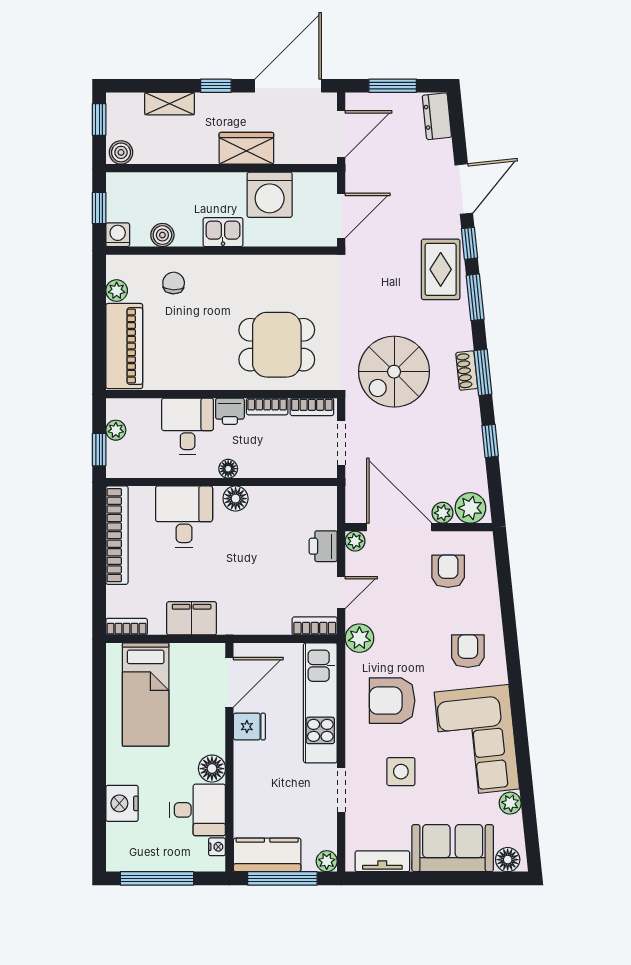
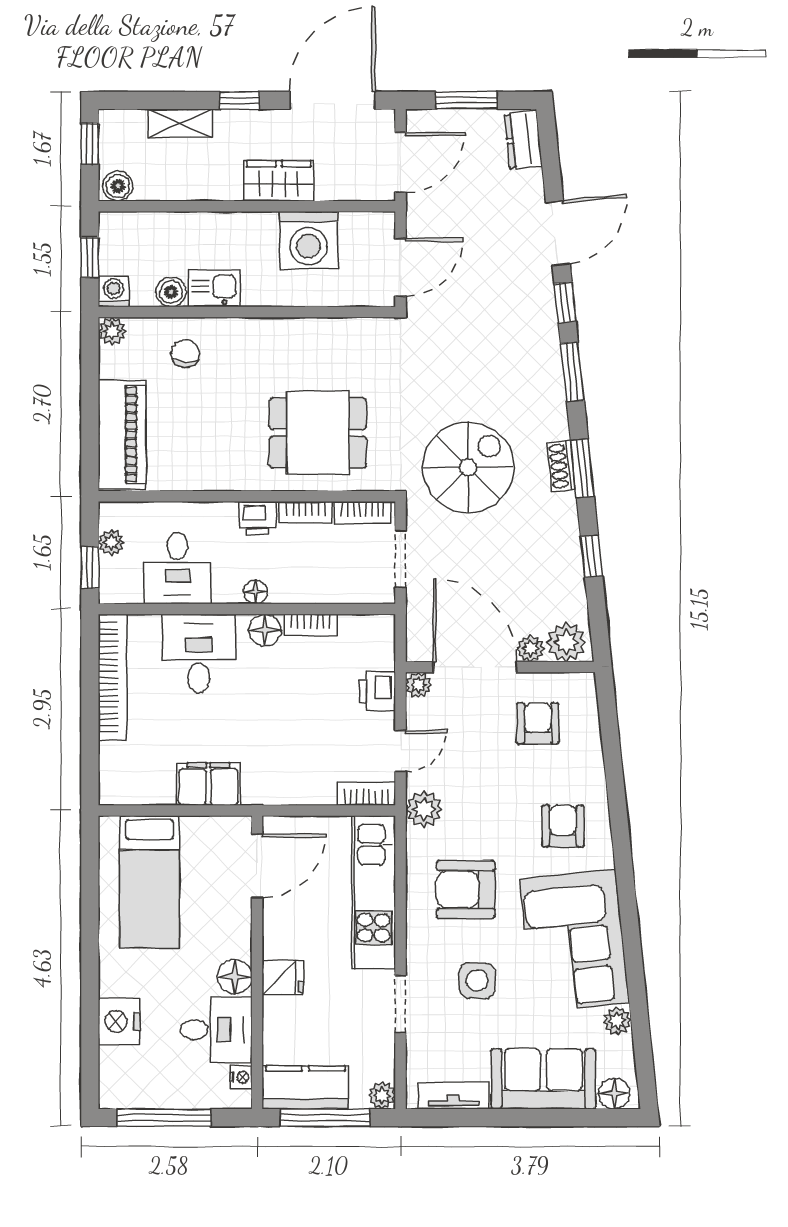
kitchen sink: (223, 232) -> (214, 288), moved
rug: (441, 269) -> (528, 336), removed
plant: (117, 291) -> (112, 331), moved
spiral stairs: (394, 372) -> (468, 467), turned 180
desk: (188, 426) -> (177, 568), moved, turned 180
bookcase: (127, 627) -> (310, 625), moved, turned 180
fridge: (249, 727) -> (283, 978), moved

